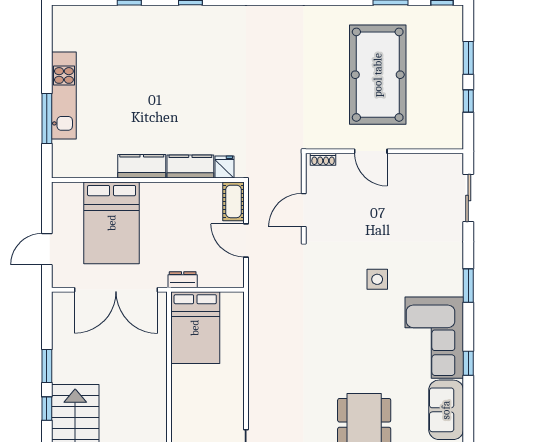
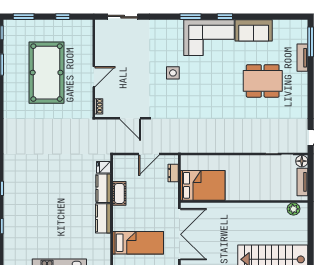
window: (468, 58) -> (24, 17), moved
pool table: (378, 75) -> (47, 73), turned 90
cot: (234, 201) -> (119, 193), moved, turned 90
bed: (112, 223) -> (138, 243), width x0.67
dresser: (183, 280) -> (173, 173), moved
window: (468, 286) -> (190, 17), moved

